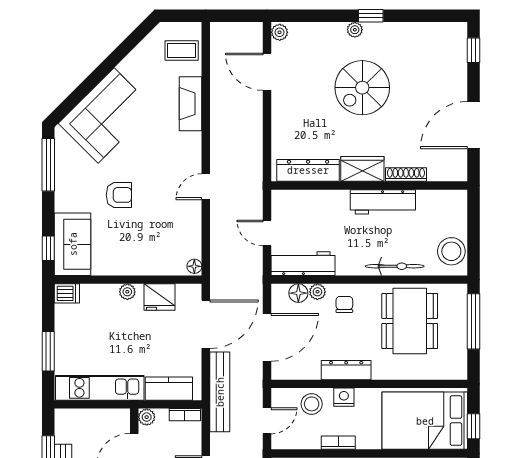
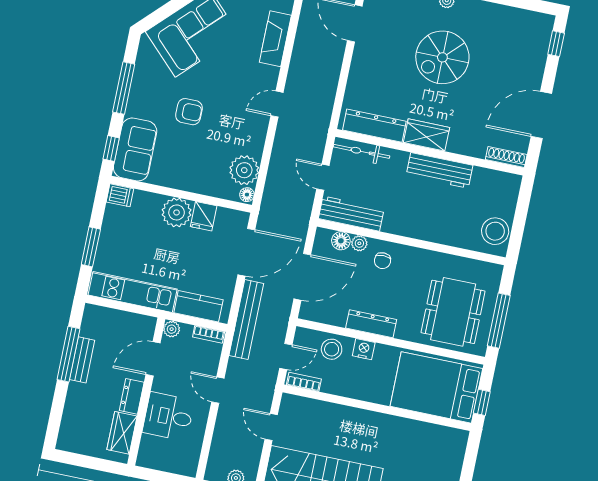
window: (48, 165) -> (124, 88), moved
shoe rack: (406, 175) -> (506, 157), moved
door: (206, 187) -> (277, 104), moved
plant: (187, 242) -> (244, 170), added
bicycle: (395, 266) -> (362, 151), moved, turned 180
plant: (127, 292) -> (177, 212), width x1.88, depth x1.88
fridge: (160, 297) -> (204, 216), width x0.72
chair: (344, 304) -> (382, 261), turned 180
dining table: (410, 321) -> (453, 312), moved
window: (474, 321) -> (499, 321), moved
bookcase: (338, 443) -> (304, 382), moved

